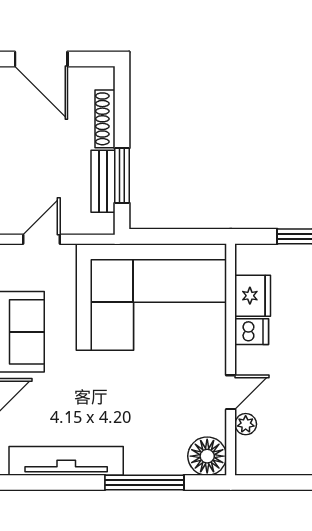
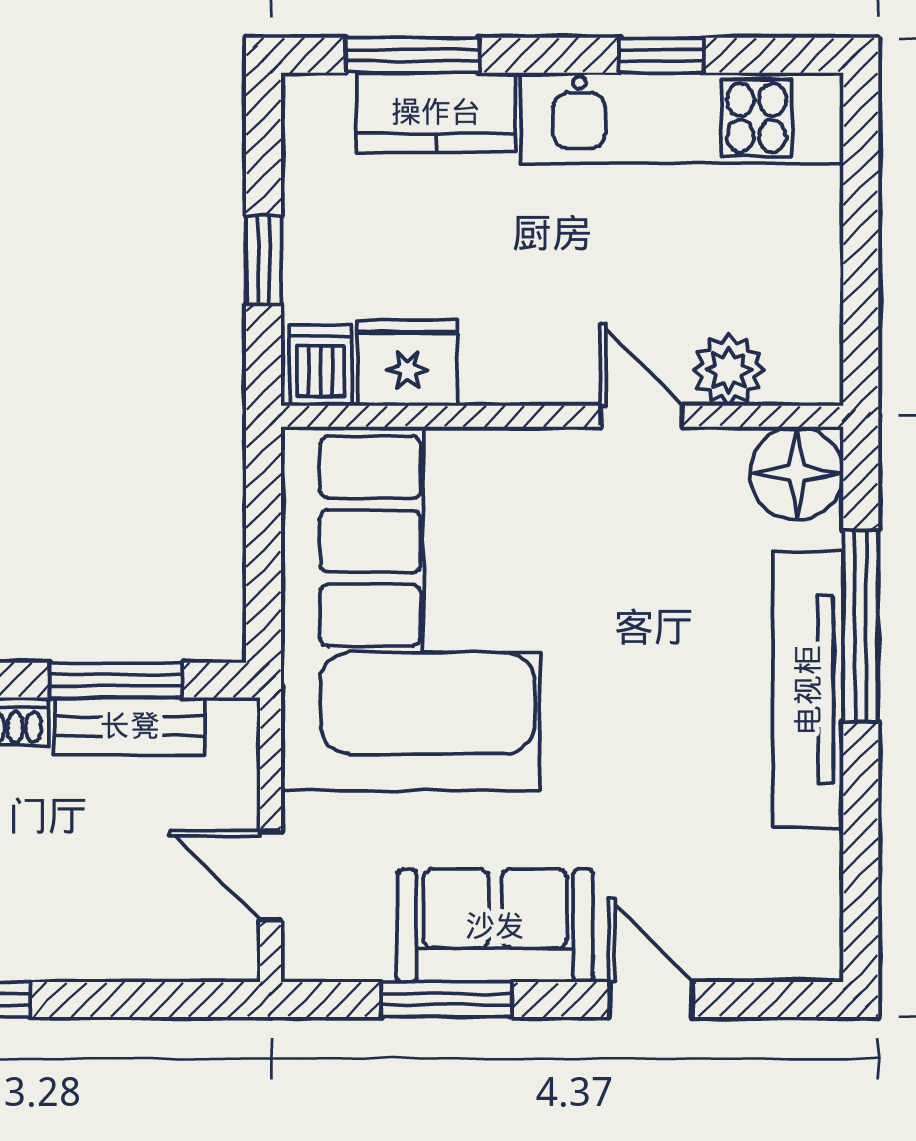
dishwasher: (252, 332) -> (321, 365), moved
plant: (246, 424) -> (729, 370), width x1.38, depth x1.38
tv unit: (66, 461) -> (808, 690), moved

